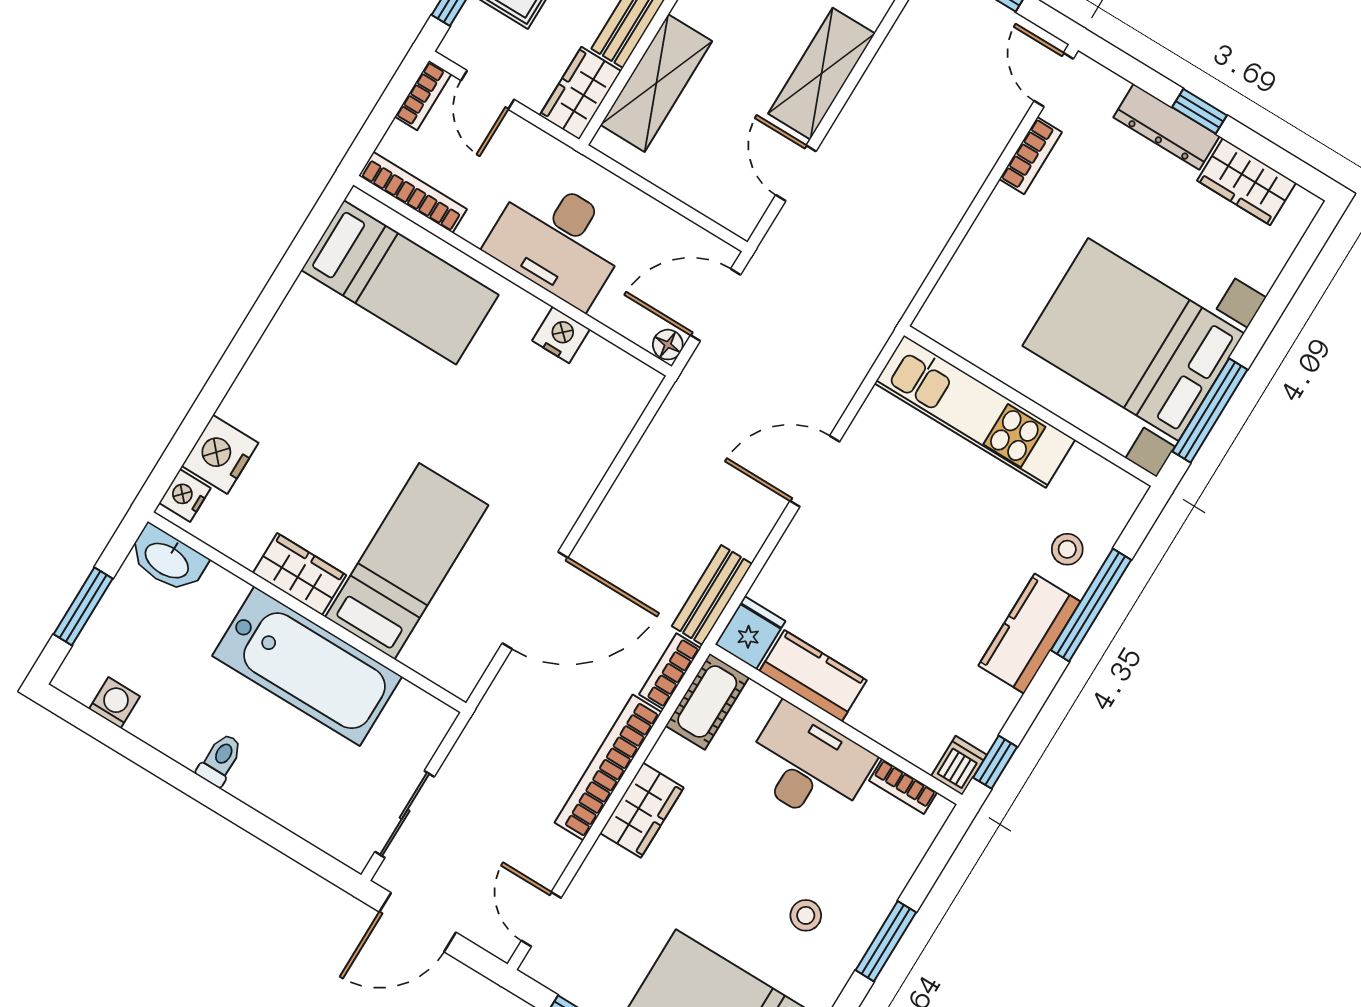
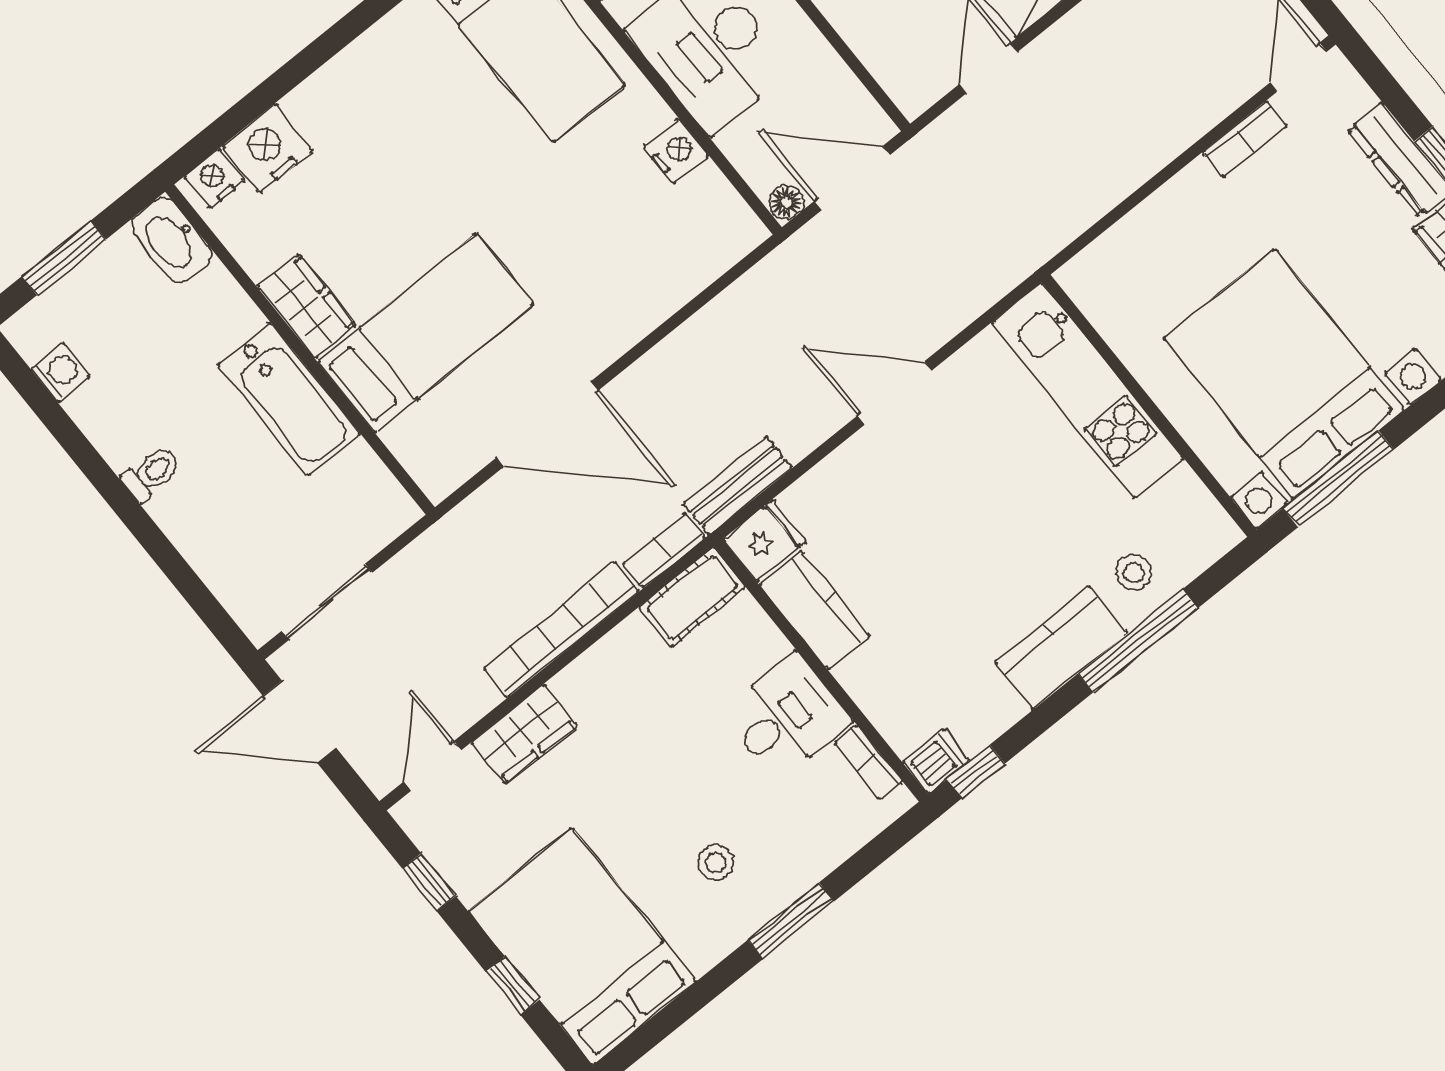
bathtub: (307, 666) -> (289, 399), width x0.73, depth x0.73
desk: (808, 765) -> (786, 717), width x0.73
wardrobe: (642, 810) -> (524, 734), moved

